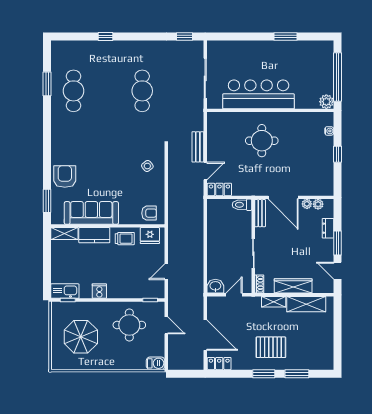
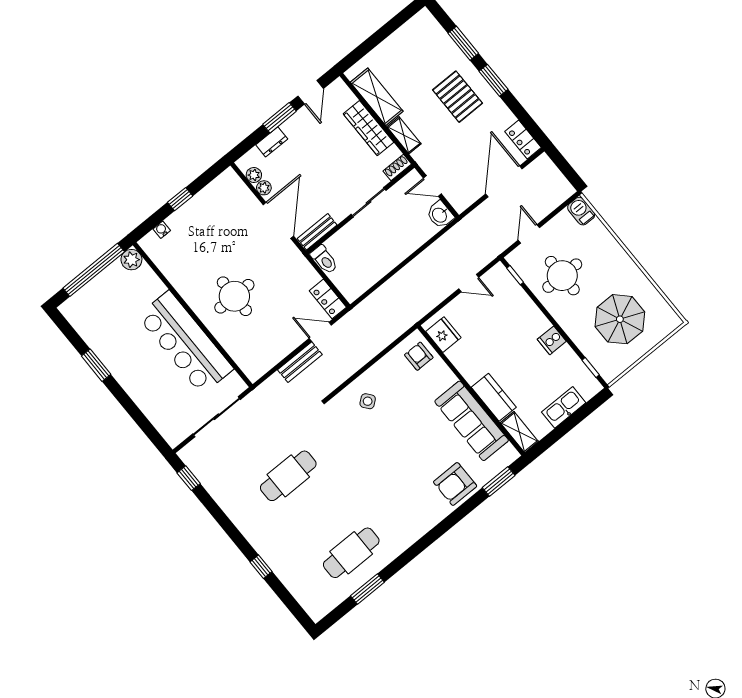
trolley: (125, 239) -> (470, 360), removed
kitchen sink: (65, 291) -> (564, 407), moved, turned 90

